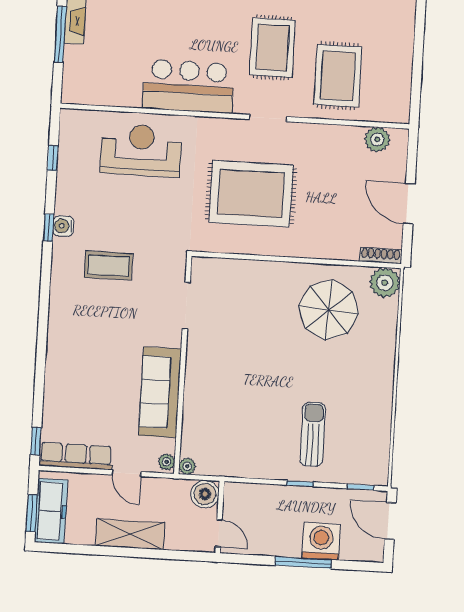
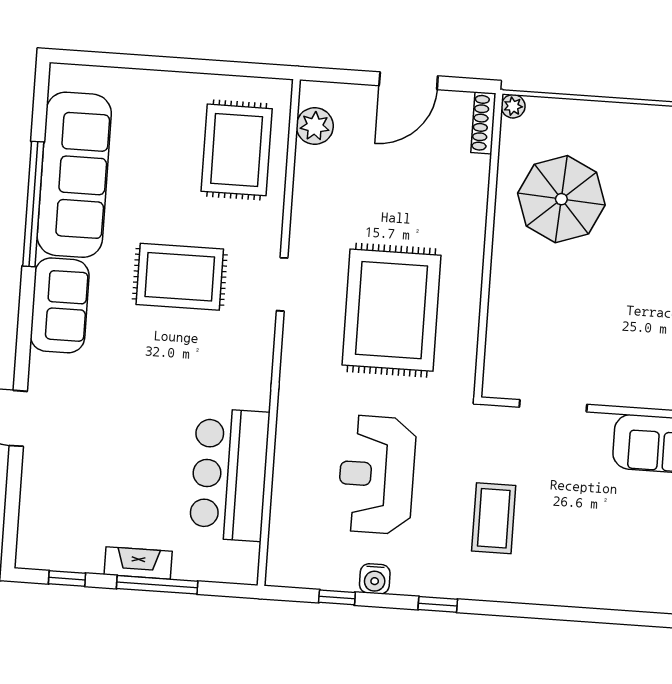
rug: (338, 76) -> (237, 150), moved, turned 90
bar counter: (188, 86) -> (229, 475), moved
reception desk: (141, 150) -> (377, 475), moved
water cooler: (63, 226) -> (375, 579), moved
plant: (385, 283) -> (513, 106), width x0.53, depth x0.53

